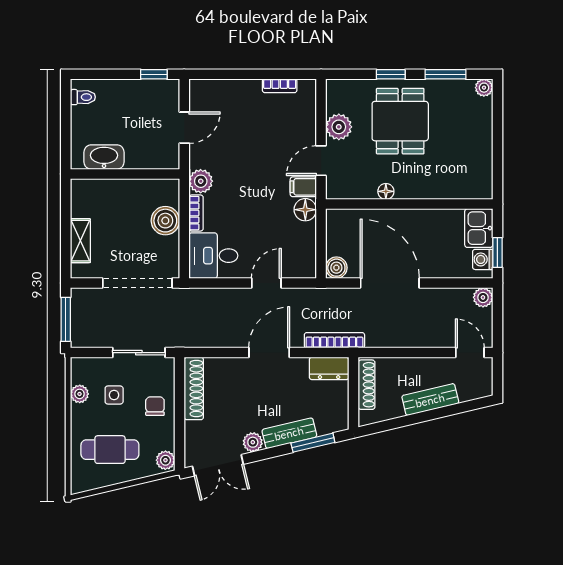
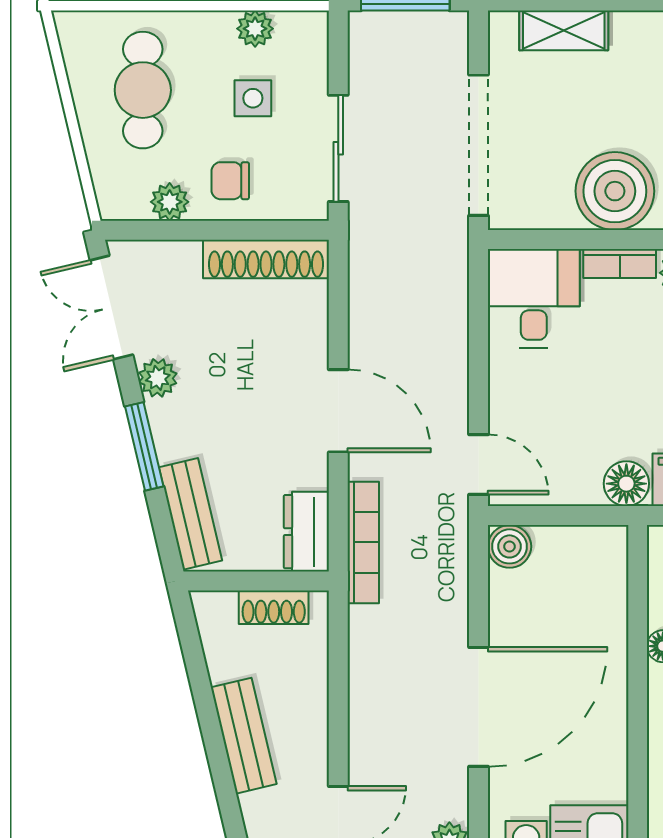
boiler: (165, 221) -> (615, 191), width x1.37, depth x1.37
door: (266, 283) -> (479, 465), moved
door: (390, 283) -> (479, 707), moved
shoe rack: (367, 385) -> (274, 607), width x0.70
chair: (155, 406) -> (230, 181), turned 180
bench: (289, 433) -> (190, 514), moved
window: (313, 443) -> (144, 446), moved
plant: (165, 460) -> (170, 202), moved

